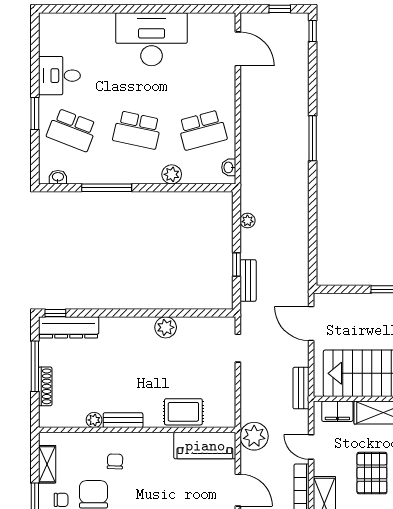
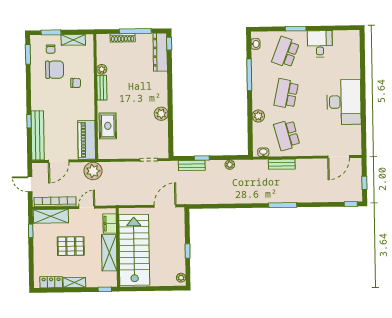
bench: (301, 388) -> (282, 164), moved

